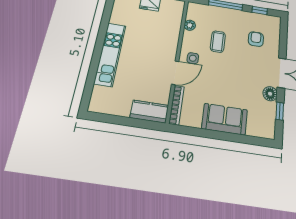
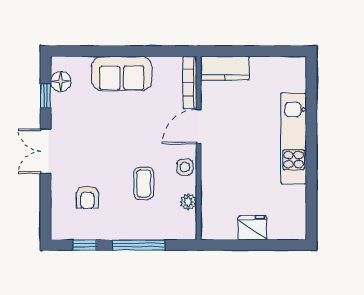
side table: (193, 58) -> (185, 167), moved
floor lamp: (270, 94) -> (61, 81), moved

